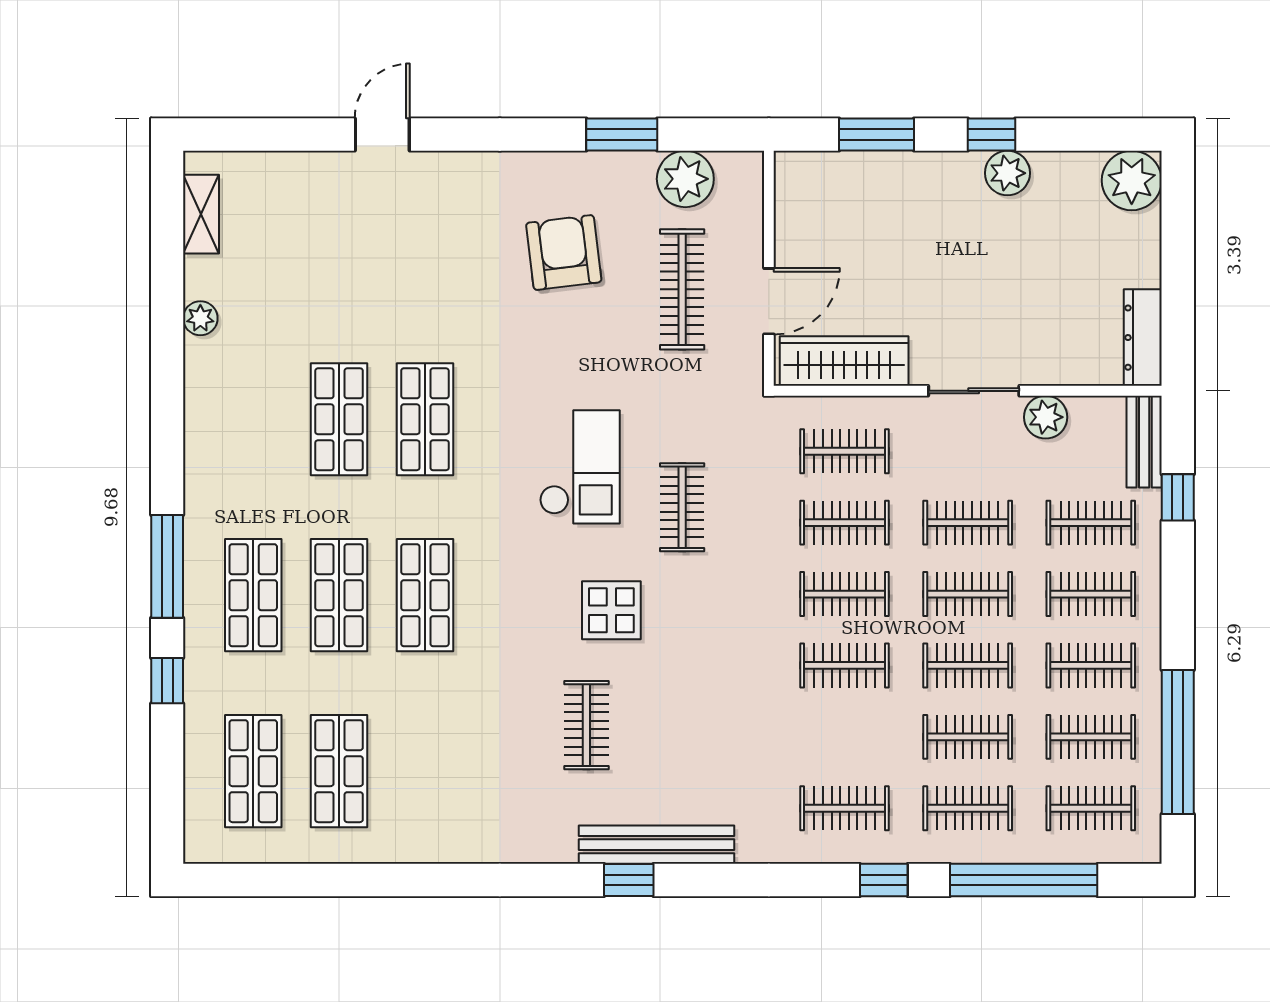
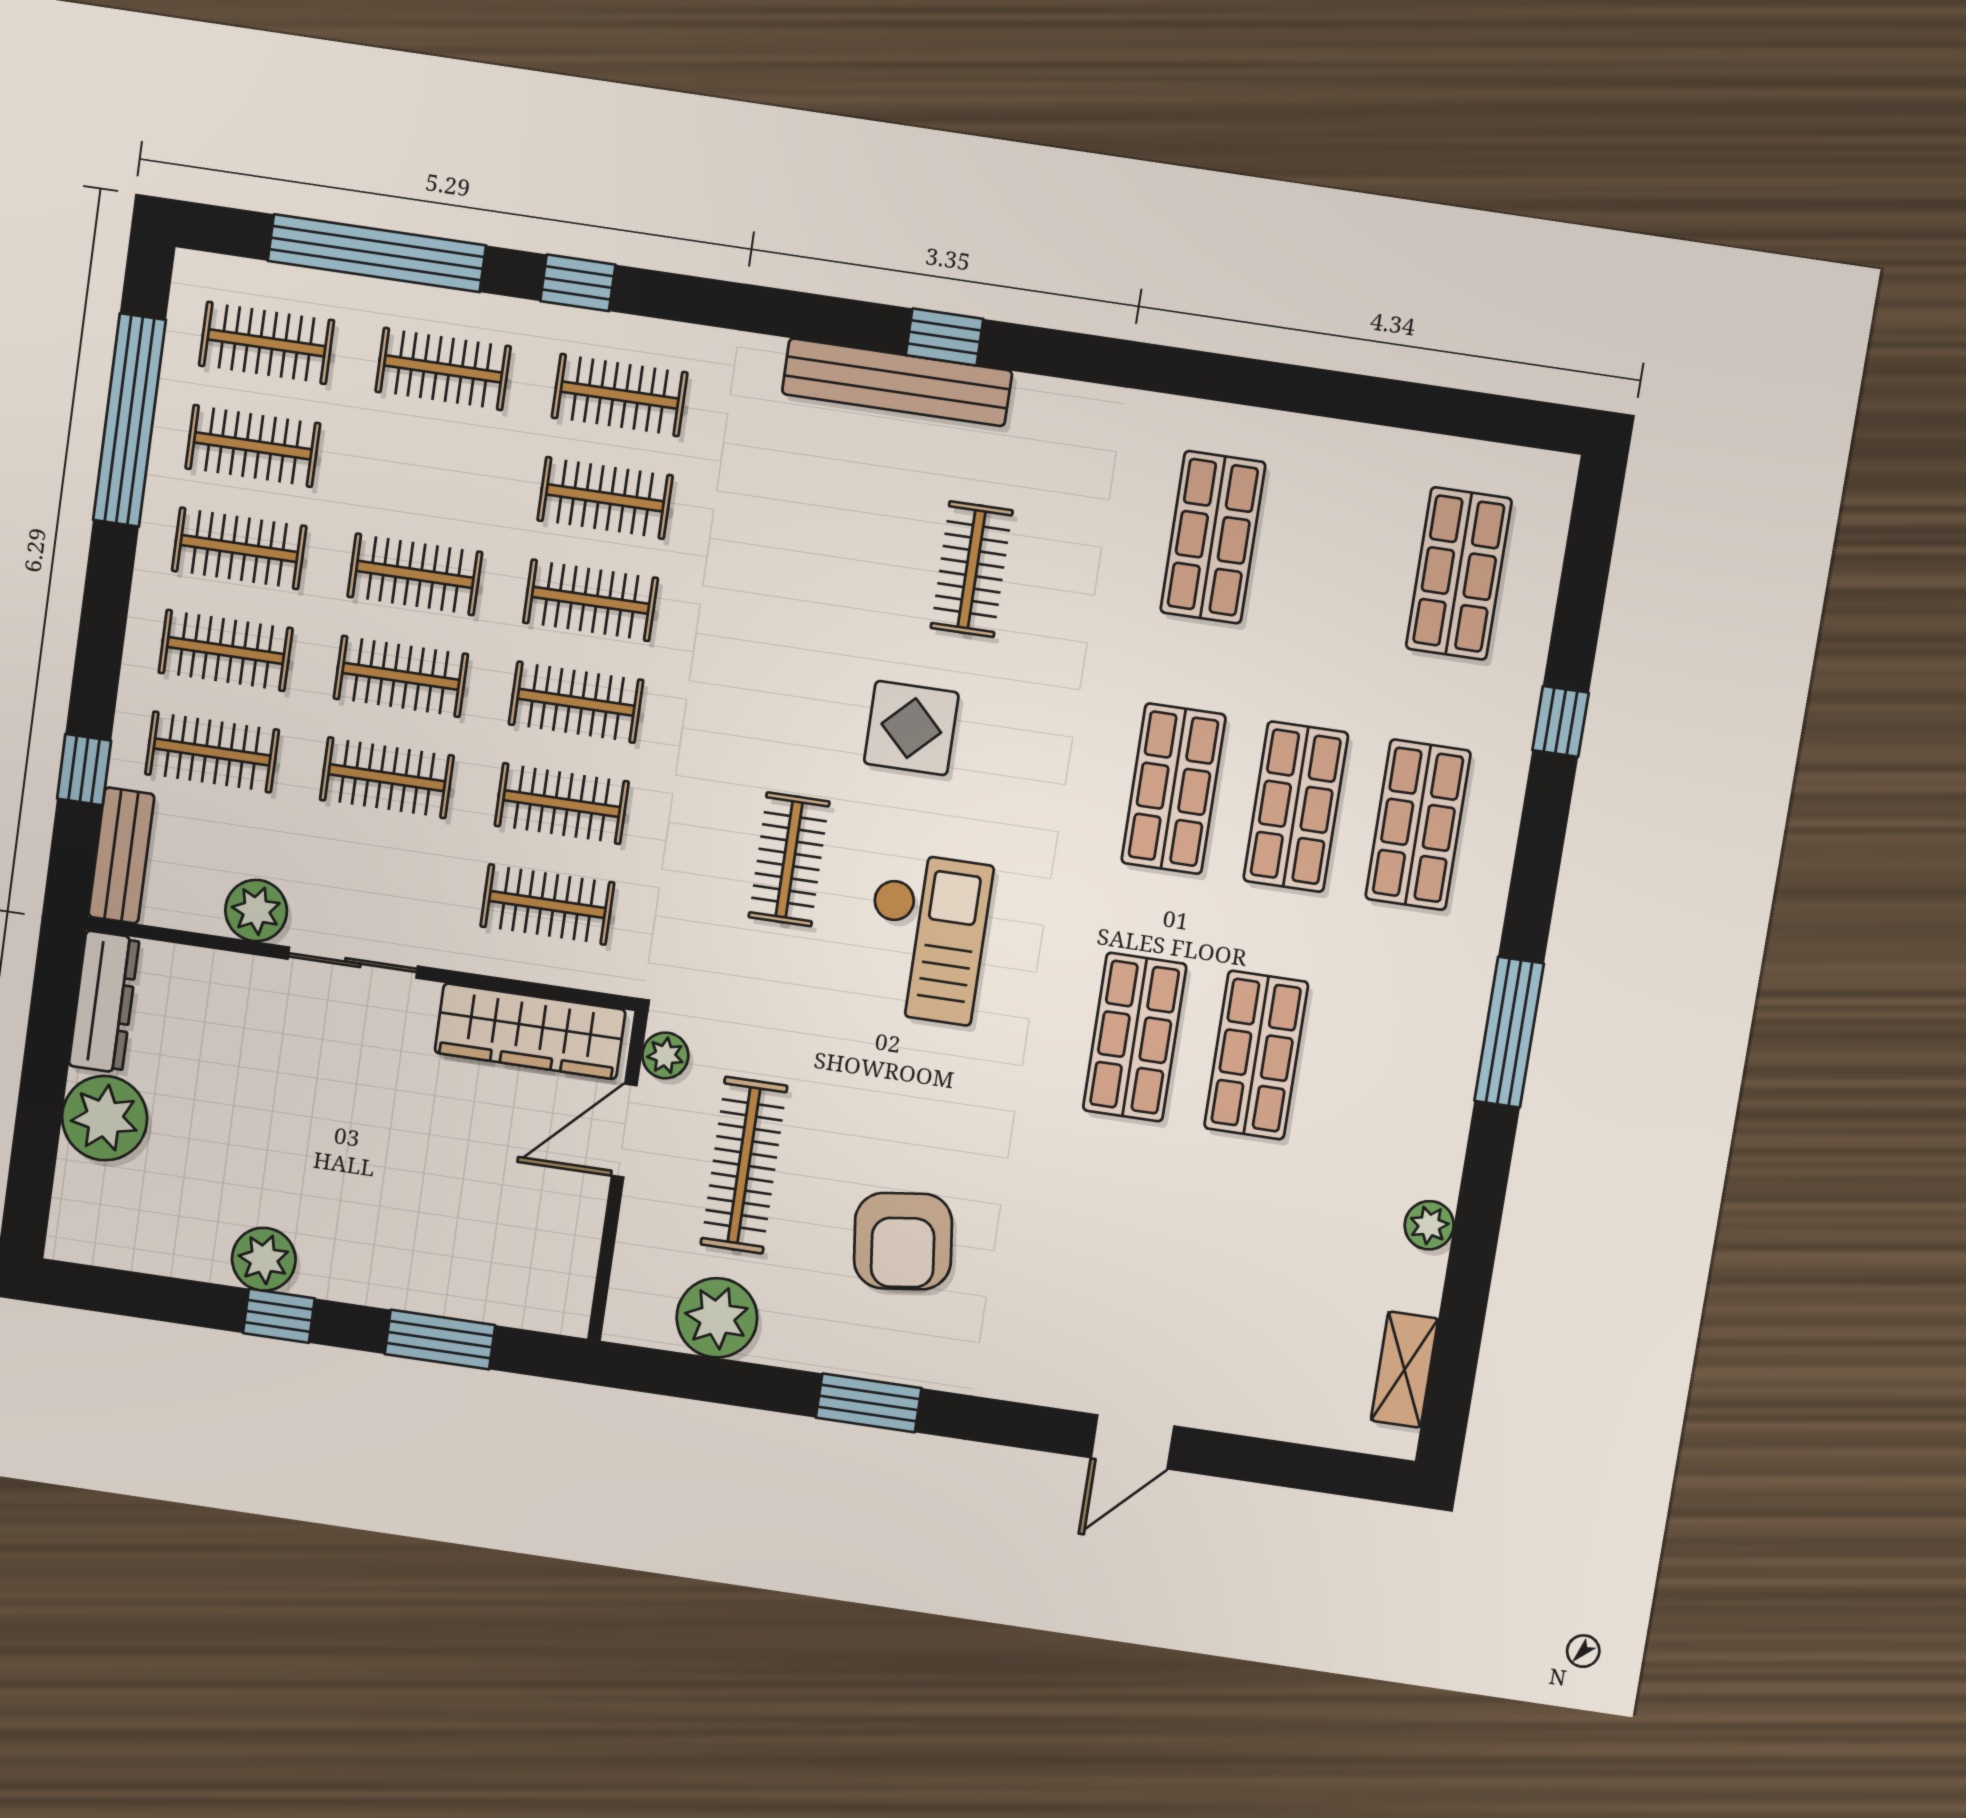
window: (622, 134) -> (869, 1403), moved
plant: (1132, 180) -> (105, 1118), moved
plant: (748, 358) -> (665, 1055), added
checkout: (580, 467) -> (926, 938), turned 180
window: (167, 566) -> (1509, 1032), moved
clothes rail: (968, 737) -> (605, 498), moved
shop shelf: (339, 771) -> (1213, 537), moved

